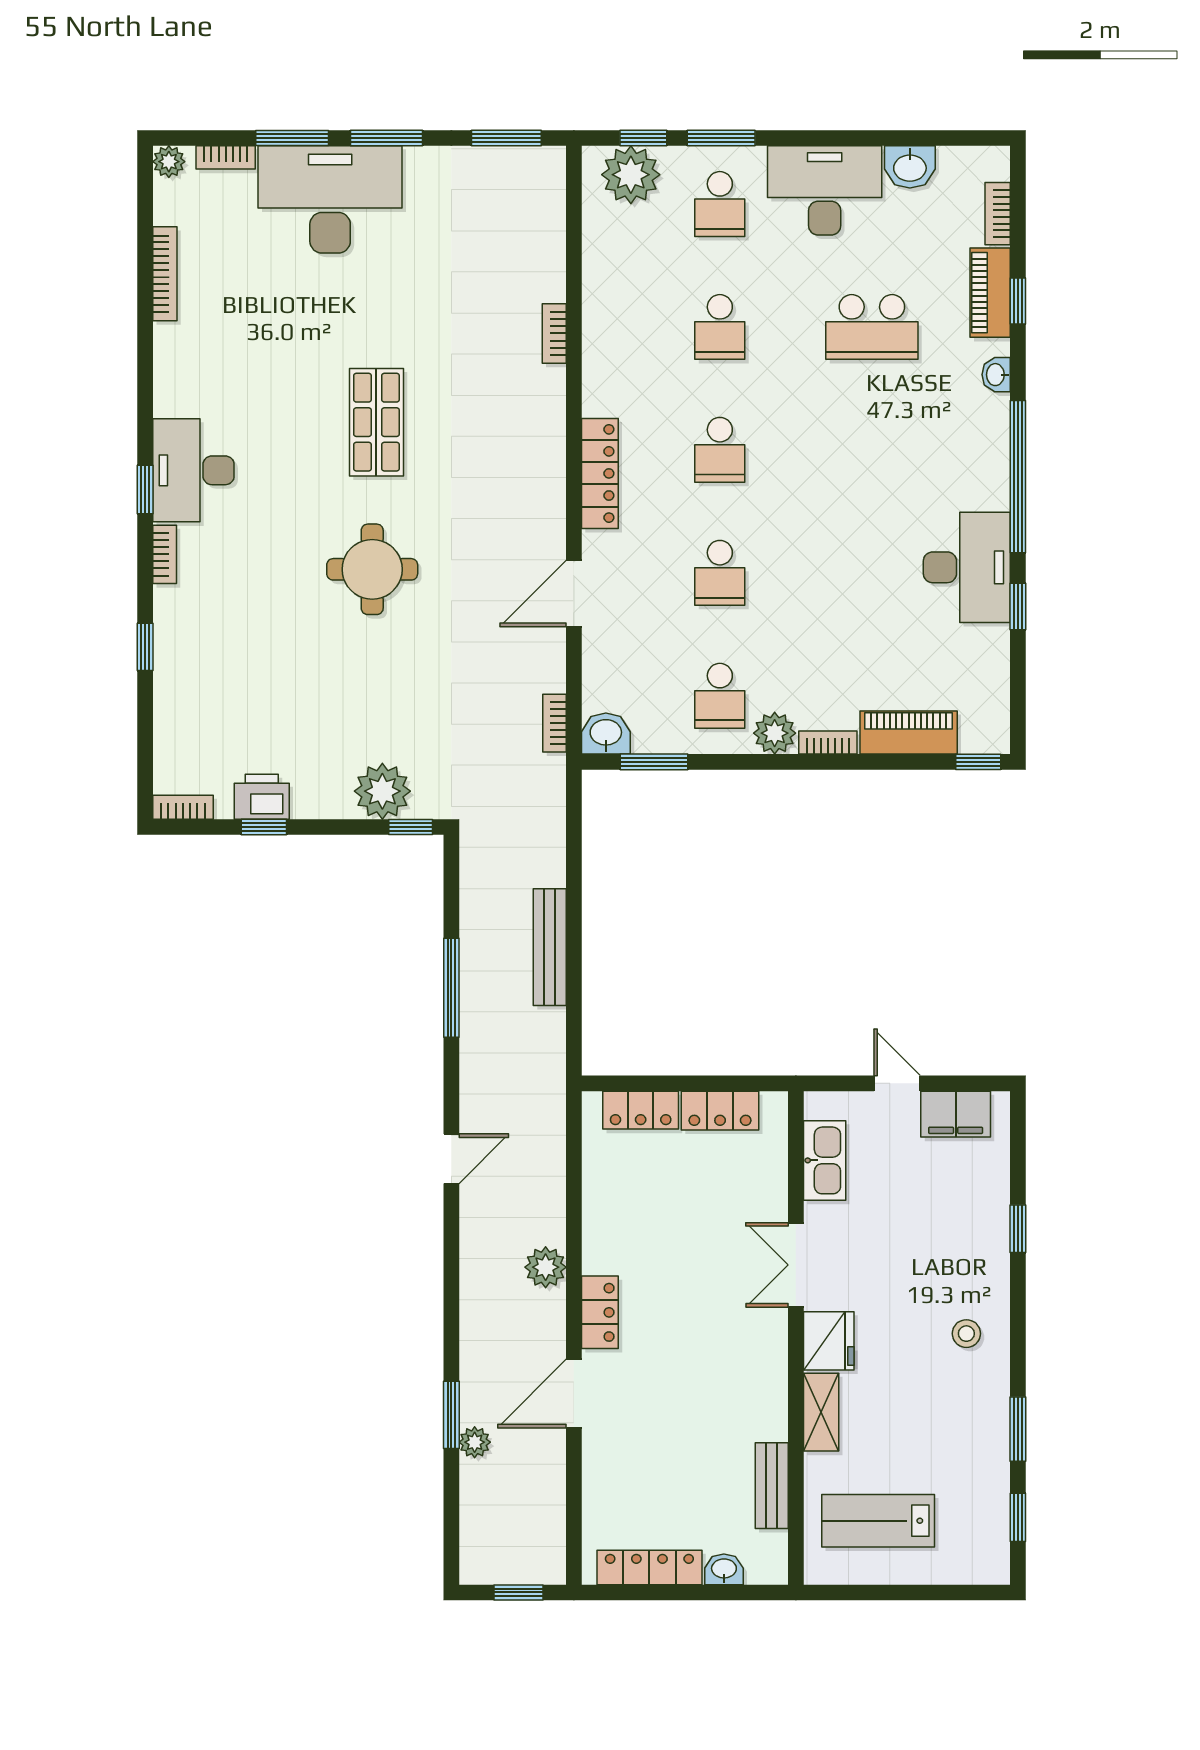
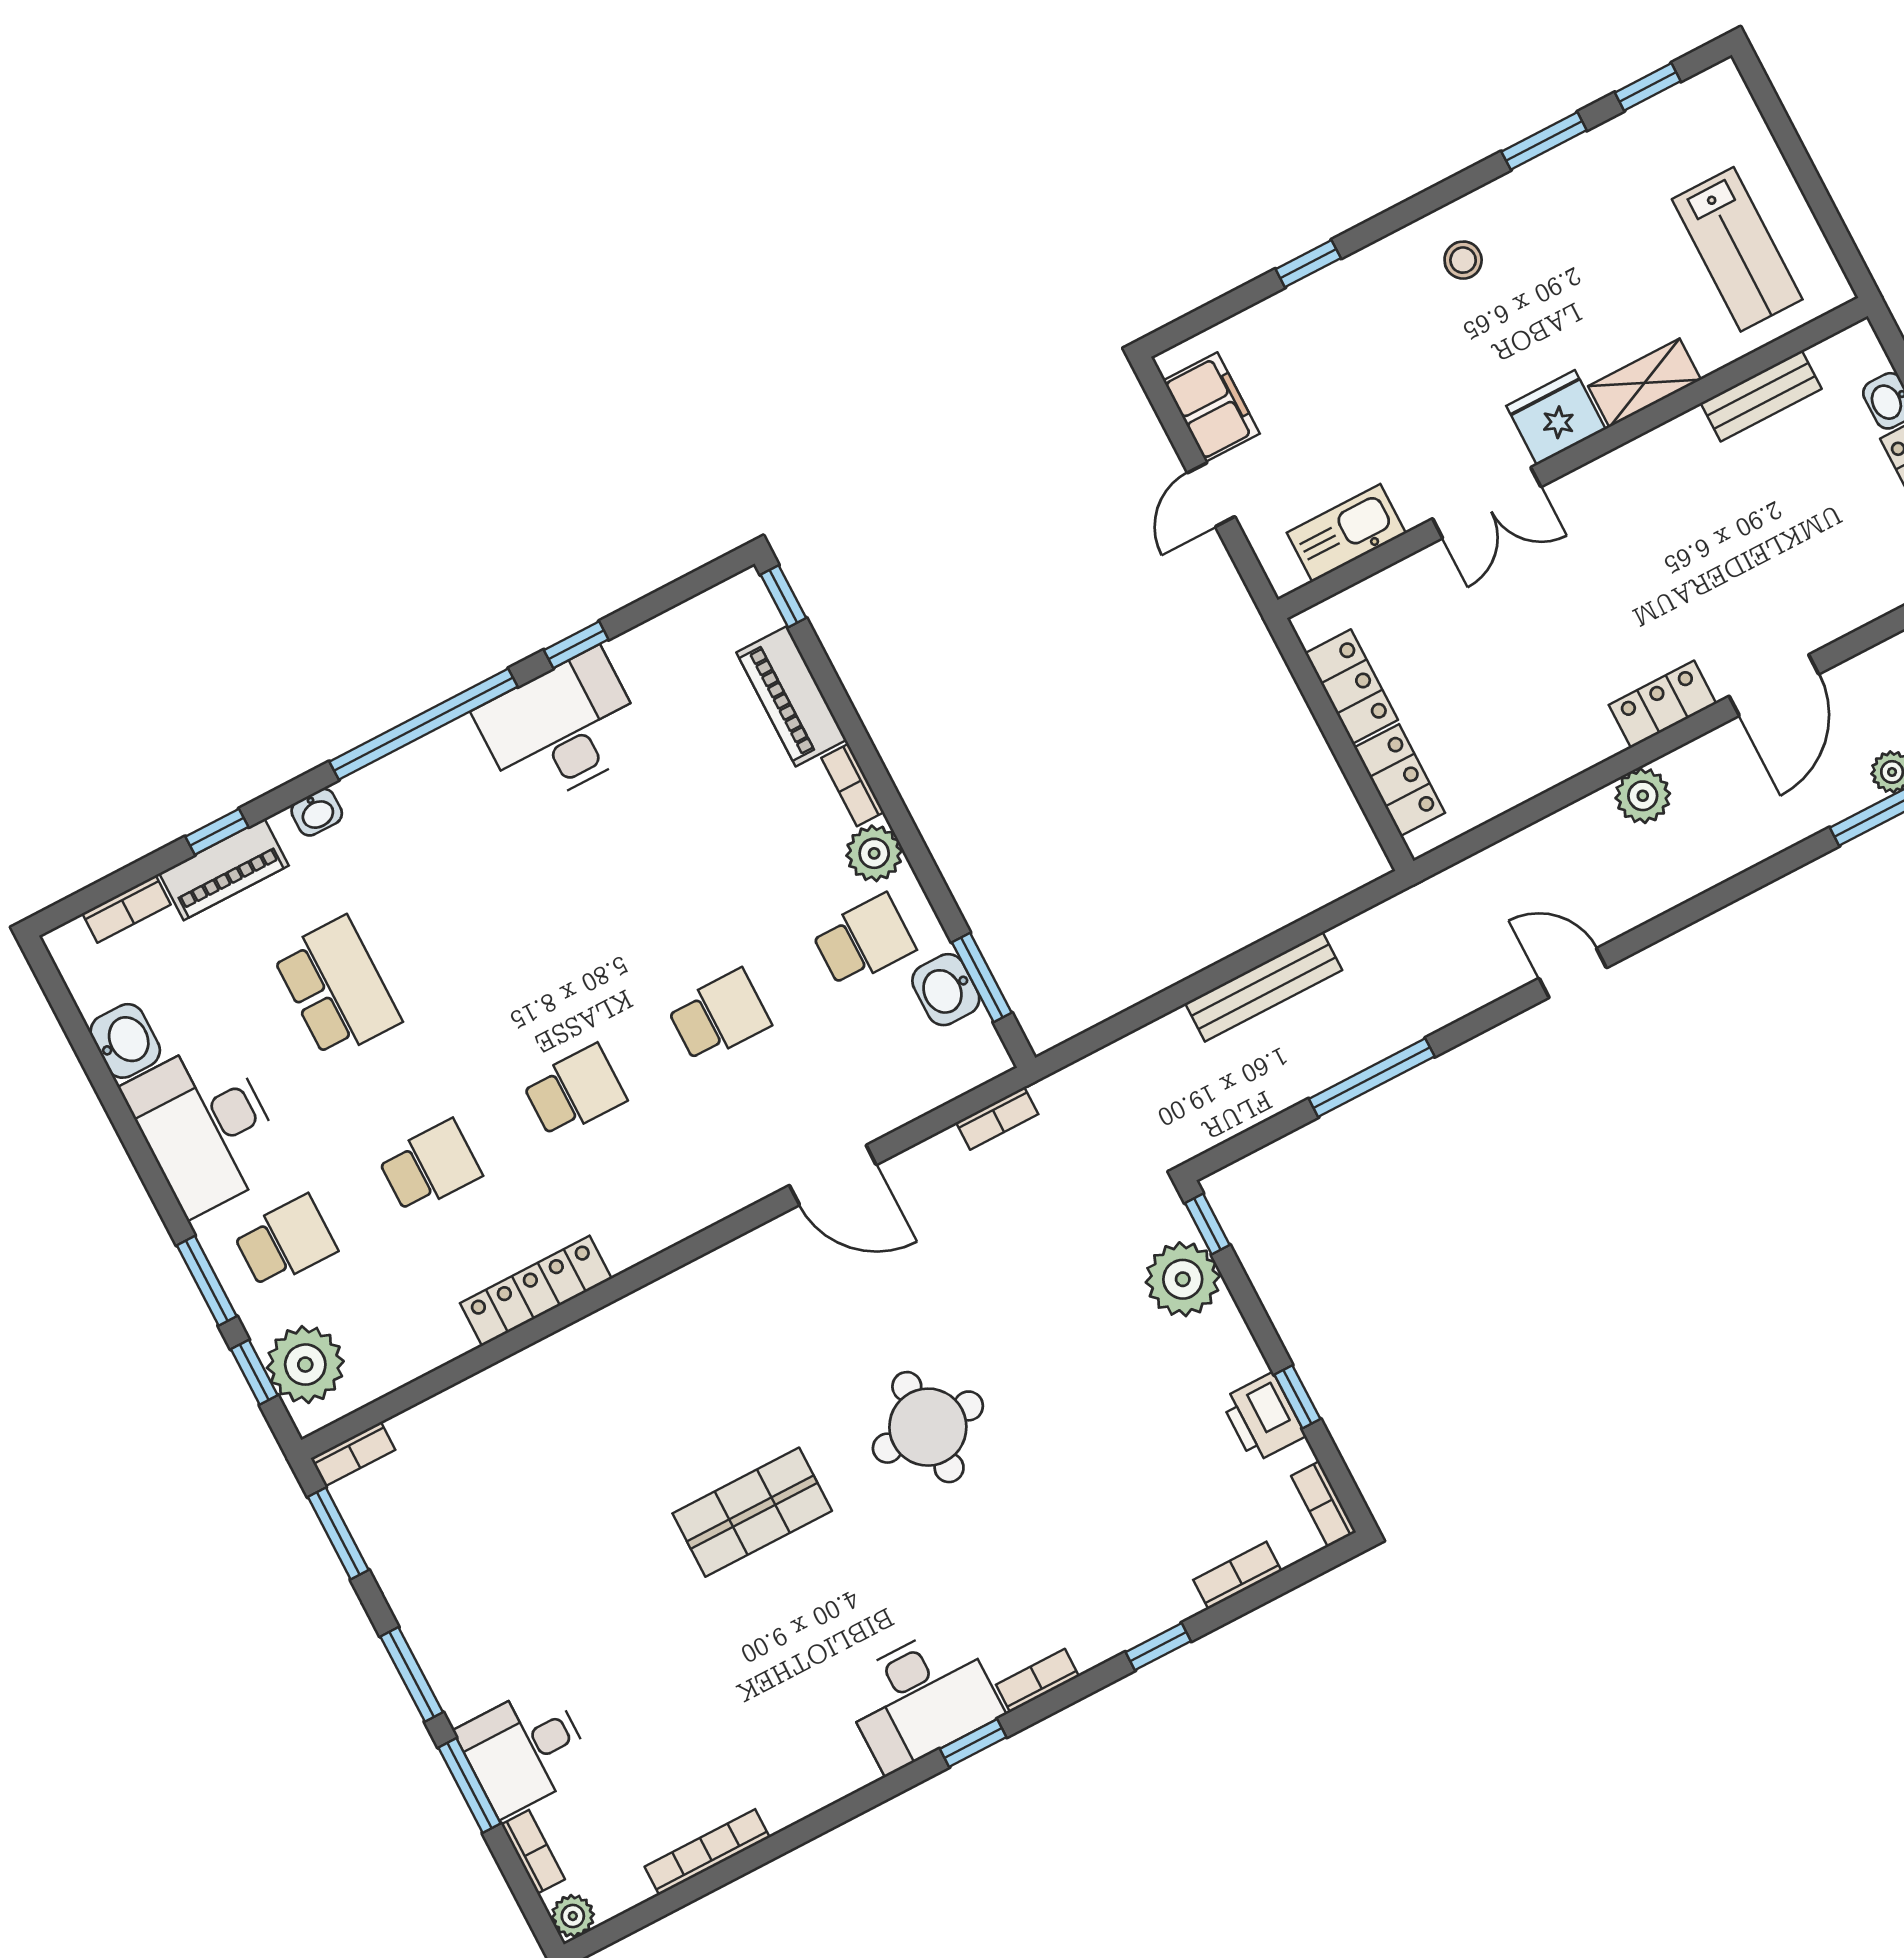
desk: (330, 199) -> (524, 1750), width x0.53, depth x0.77
bookcase: (554, 333) -> (353, 1454), moved
locker: (600, 473) -> (536, 1291), moved
bookcase: (165, 725) -> (1237, 1575), added
washbasin: (606, 734) -> (946, 990), moved
door: (574, 1393) -> (1774, 685), hinge flipped

